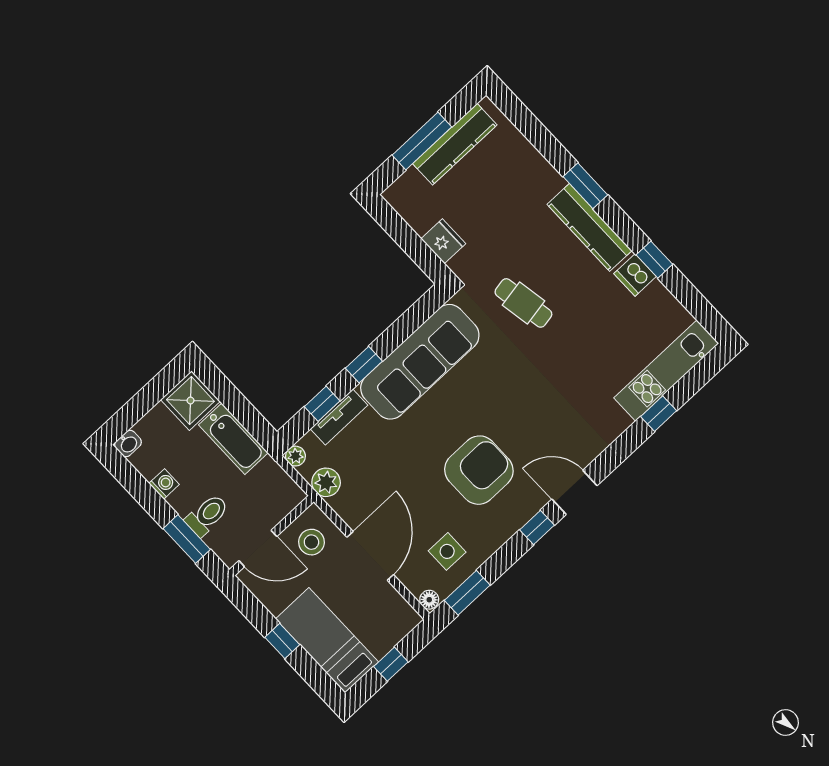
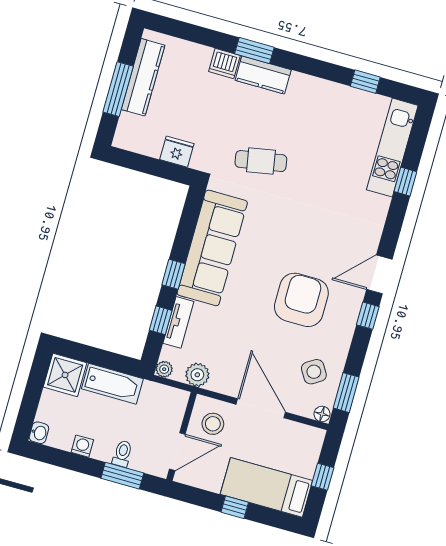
kitchen counter: (590, 227) -> (263, 75), width x0.67
window: (654, 260) -> (365, 82), moved
dishwasher: (635, 275) -> (224, 63), moved
toilet: (207, 515) -> (122, 454), width x0.73, depth x0.72
side table: (447, 551) -> (314, 372), turned -32

